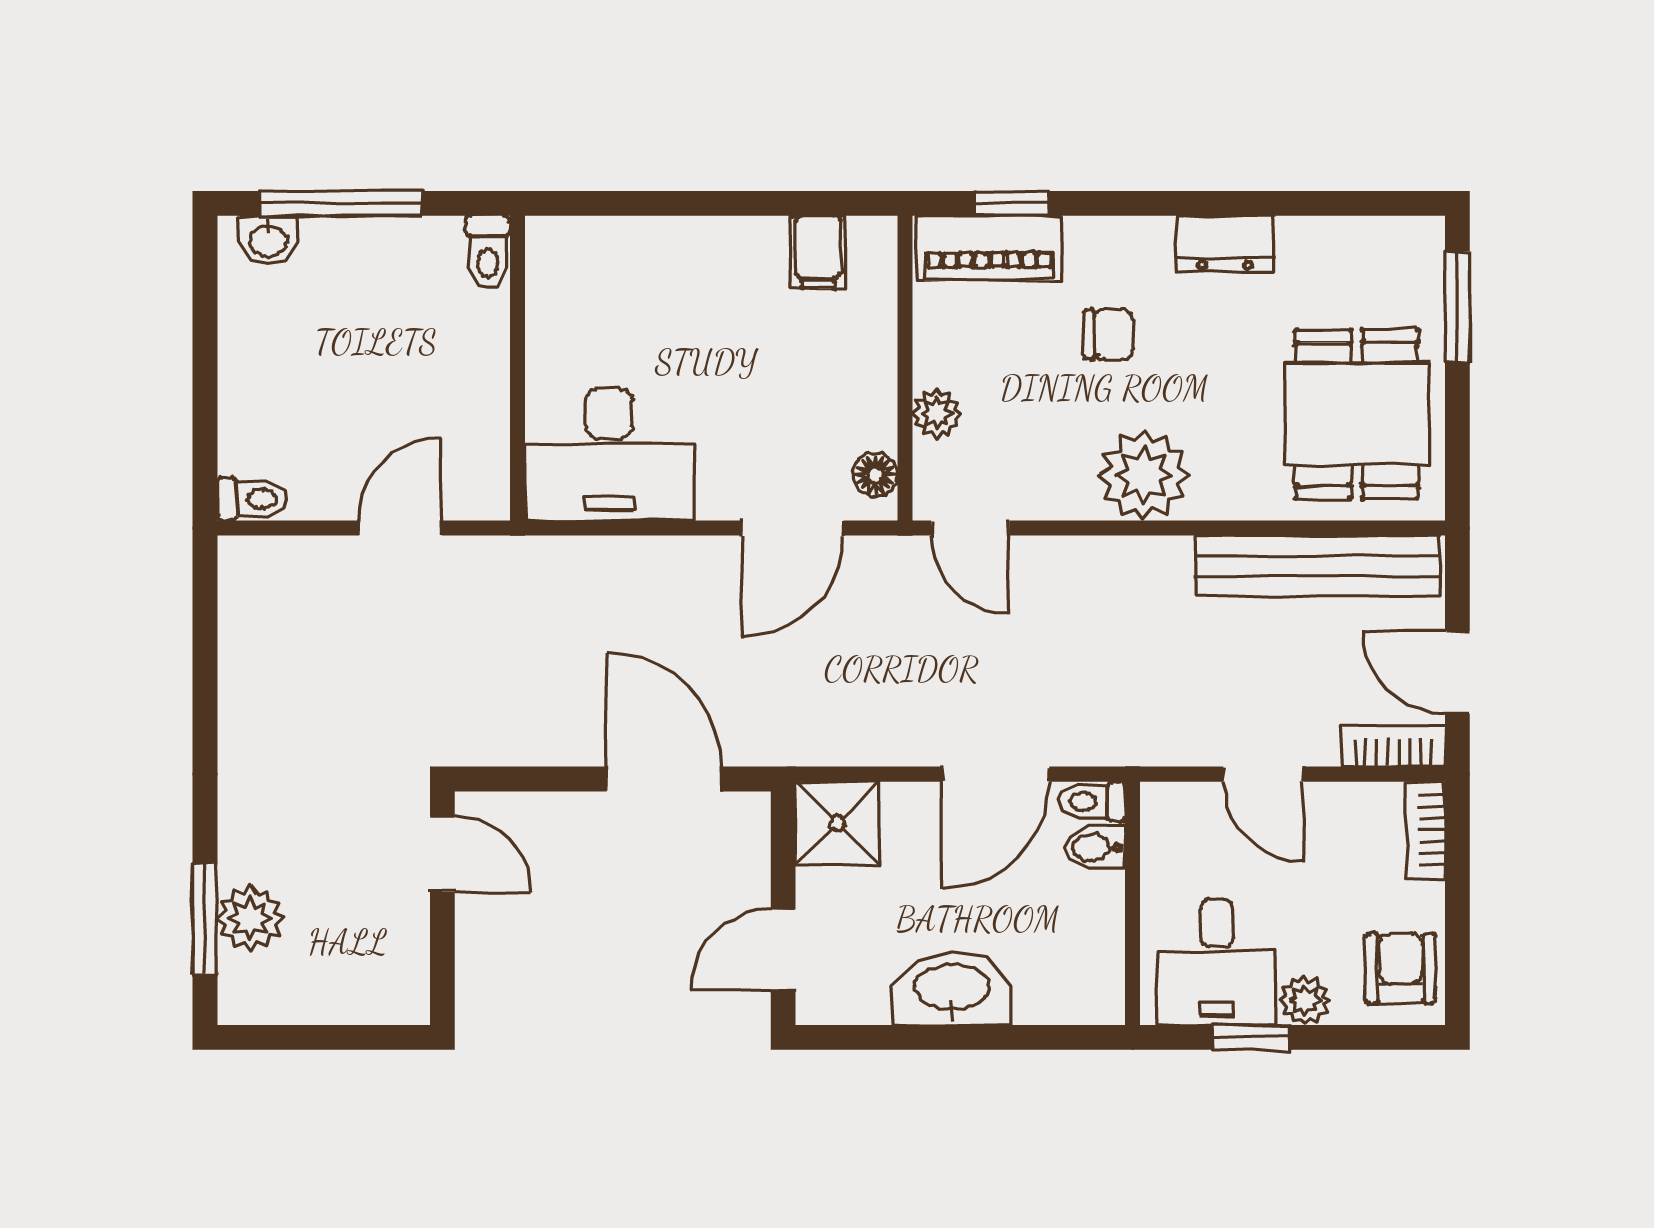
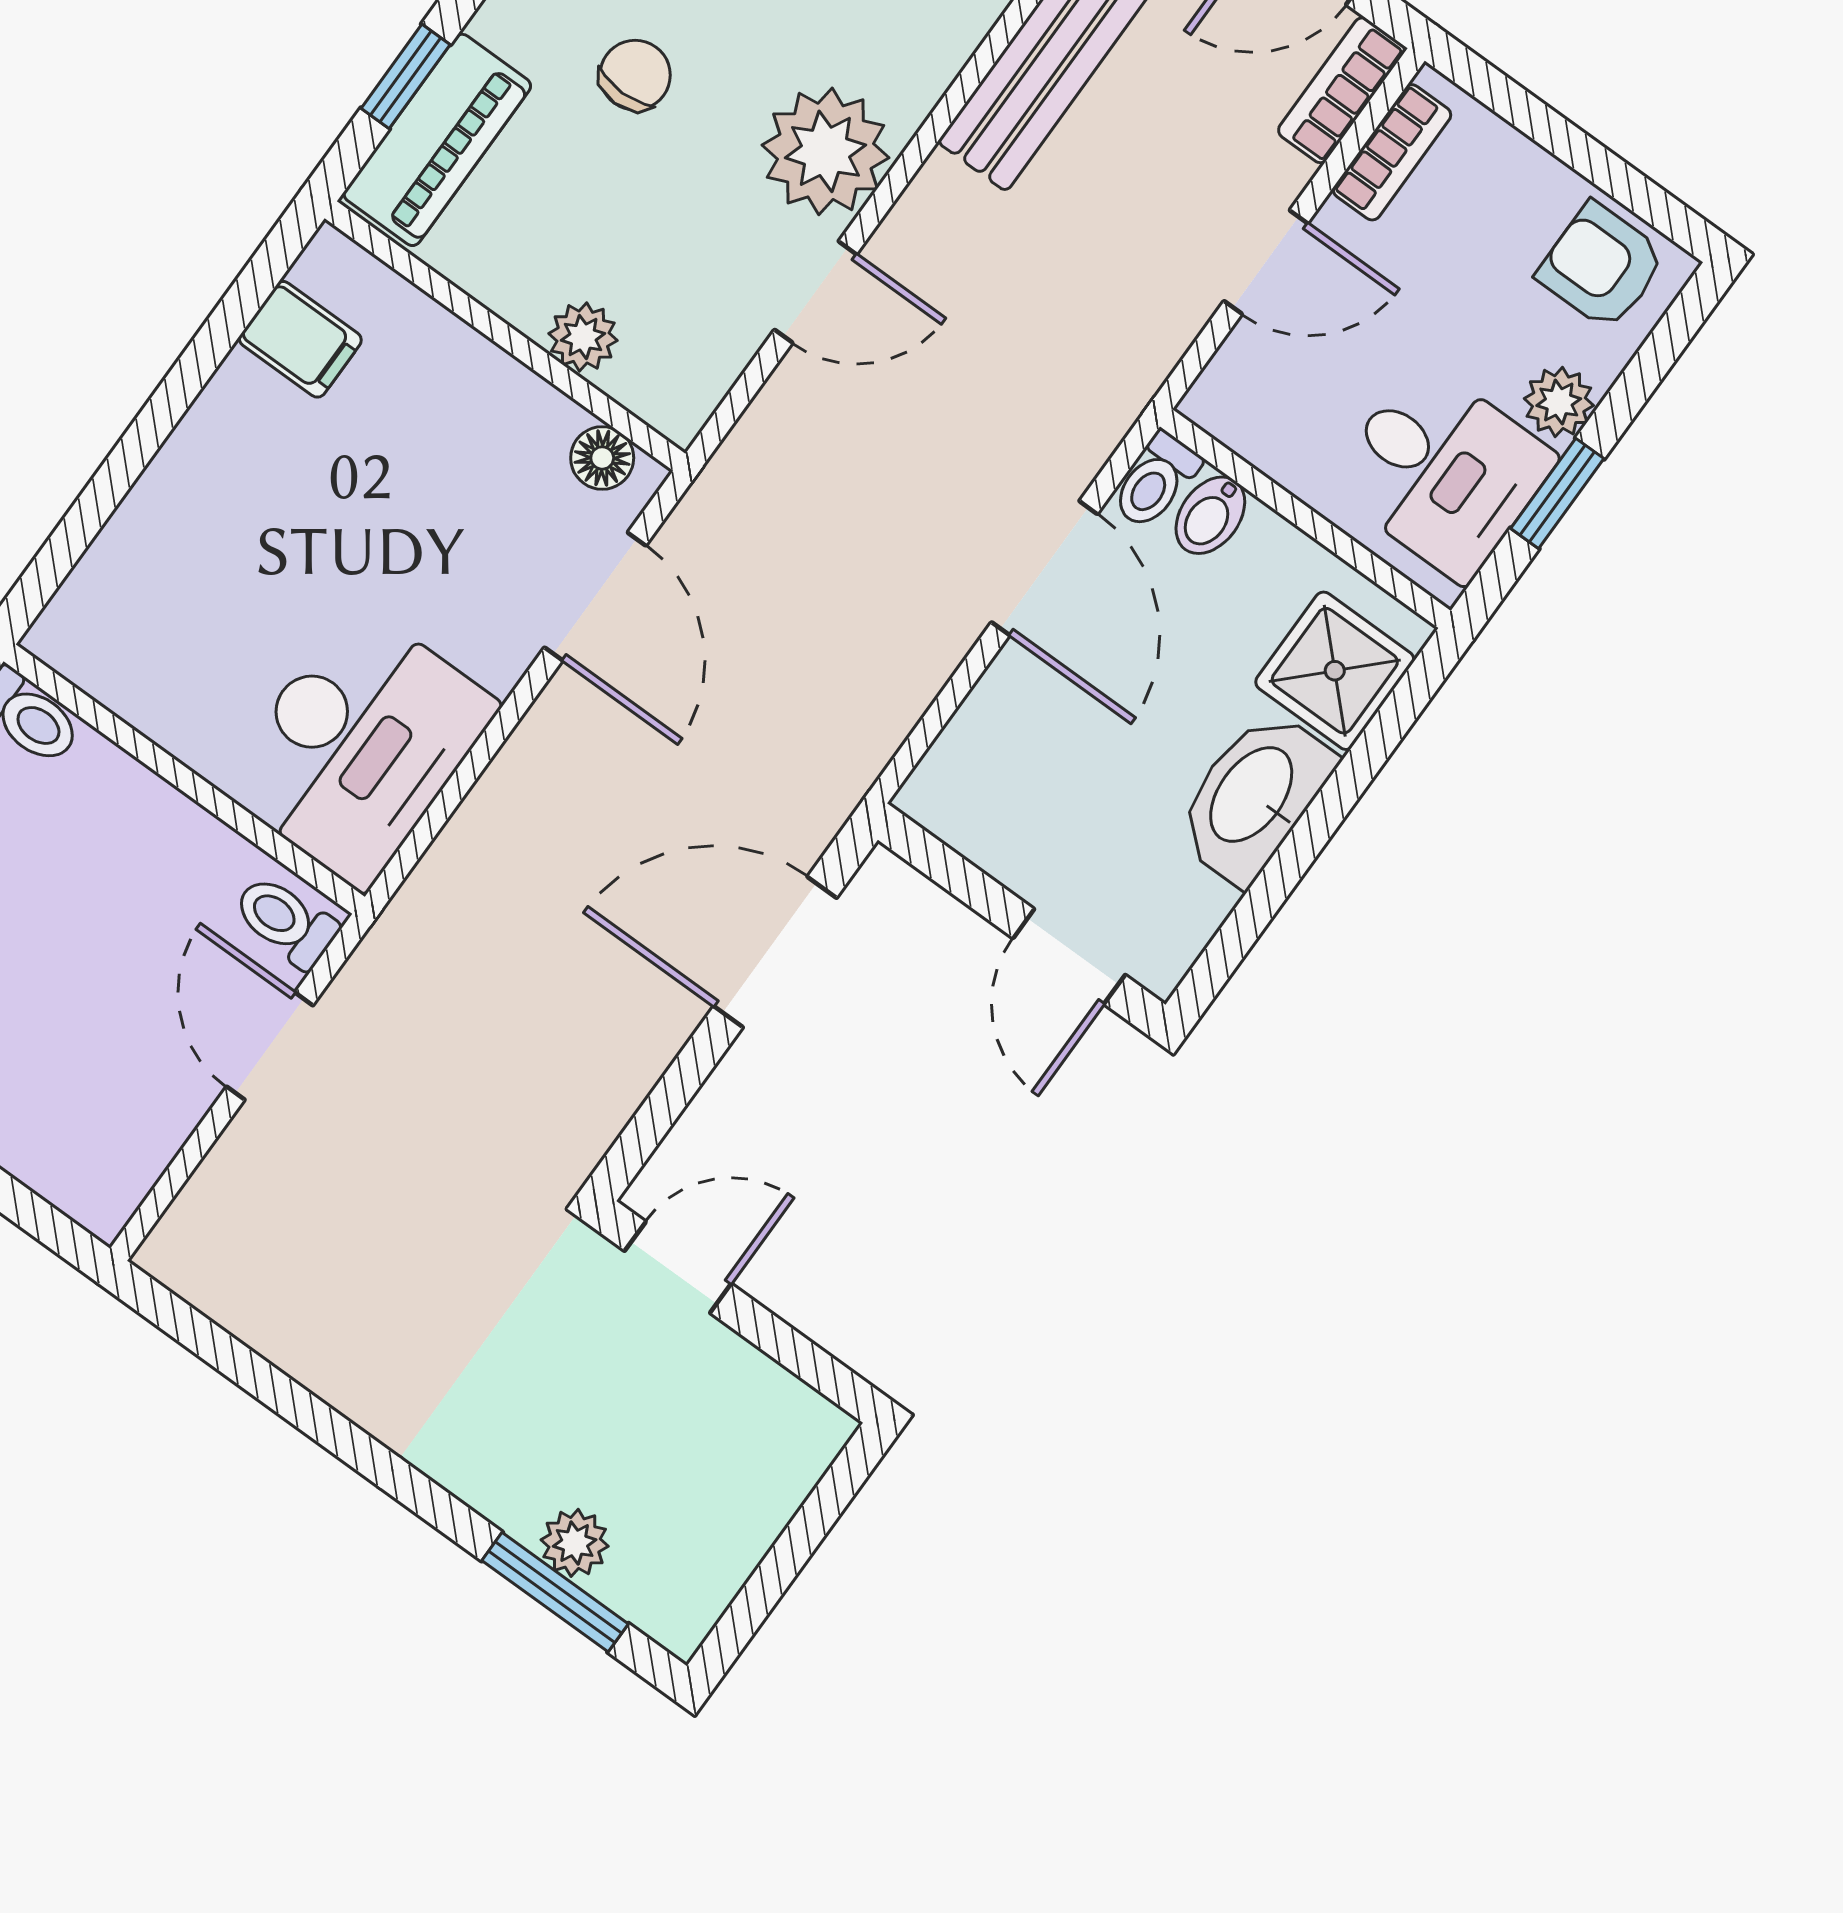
toilet: (253, 499) -> (286, 921), moved, turned -90
door: (970, 528) -> (816, 292), moved
shower: (837, 823) -> (1335, 671), moved
bookcase: (1426, 830) -> (1392, 152), moved, turned -90
plant: (250, 918) -> (575, 1543), width x0.73, depth x0.73

